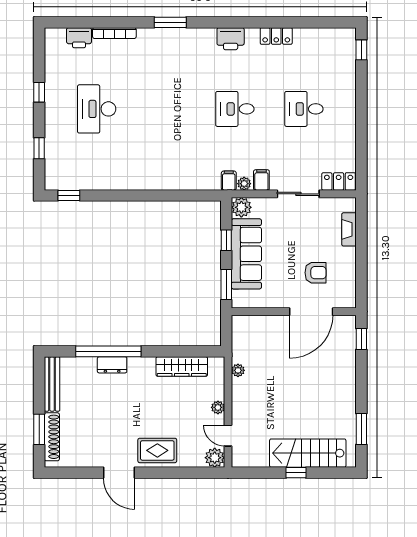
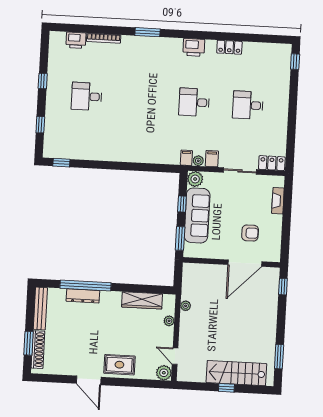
desk: (97, 109) -> (87, 96), width x0.73
dresser: (112, 365) -> (83, 296), width x1.44
plant: (218, 407) -> (169, 321), moved

